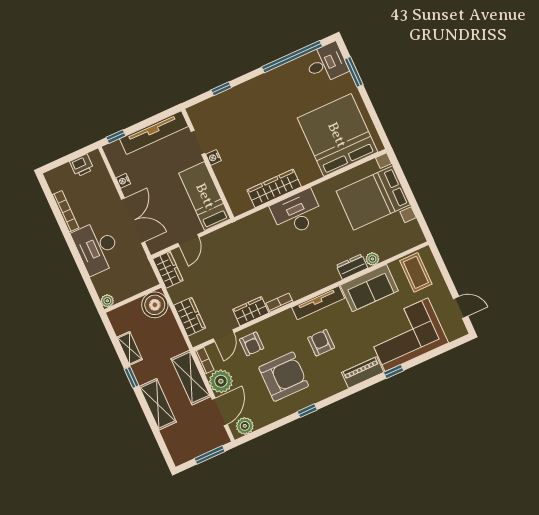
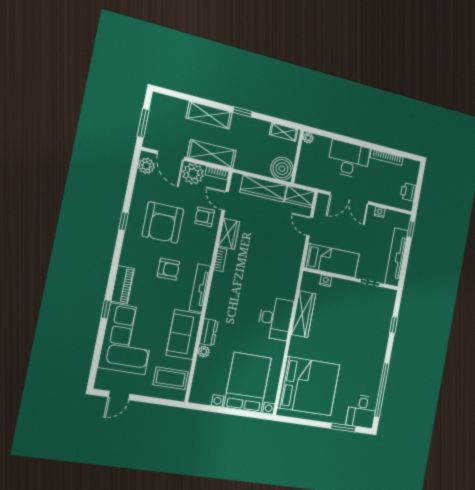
nightstand: (214, 157) -> (326, 281), moved
wardrobe: (190, 317) -> (264, 189), width x1.50
shelving: (130, 348) -> (284, 132), moved

